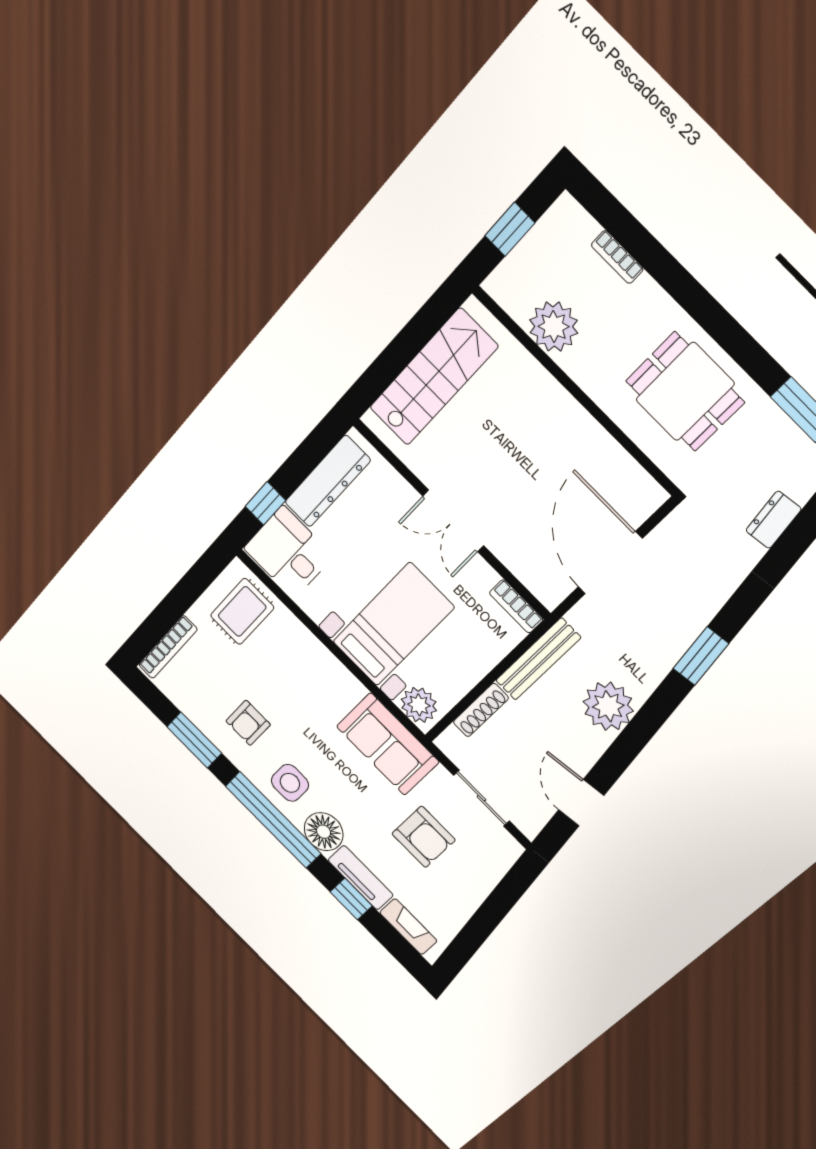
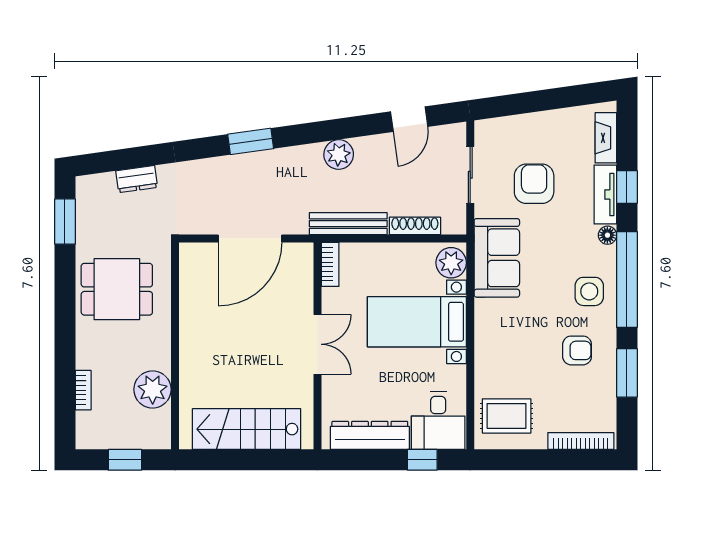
dining table: (685, 392) -> (117, 289), turned 90
plant: (608, 706) -> (339, 154), width x0.73, depth x0.73
floor lamp: (324, 832) -> (607, 235), width x0.53, depth x0.53

